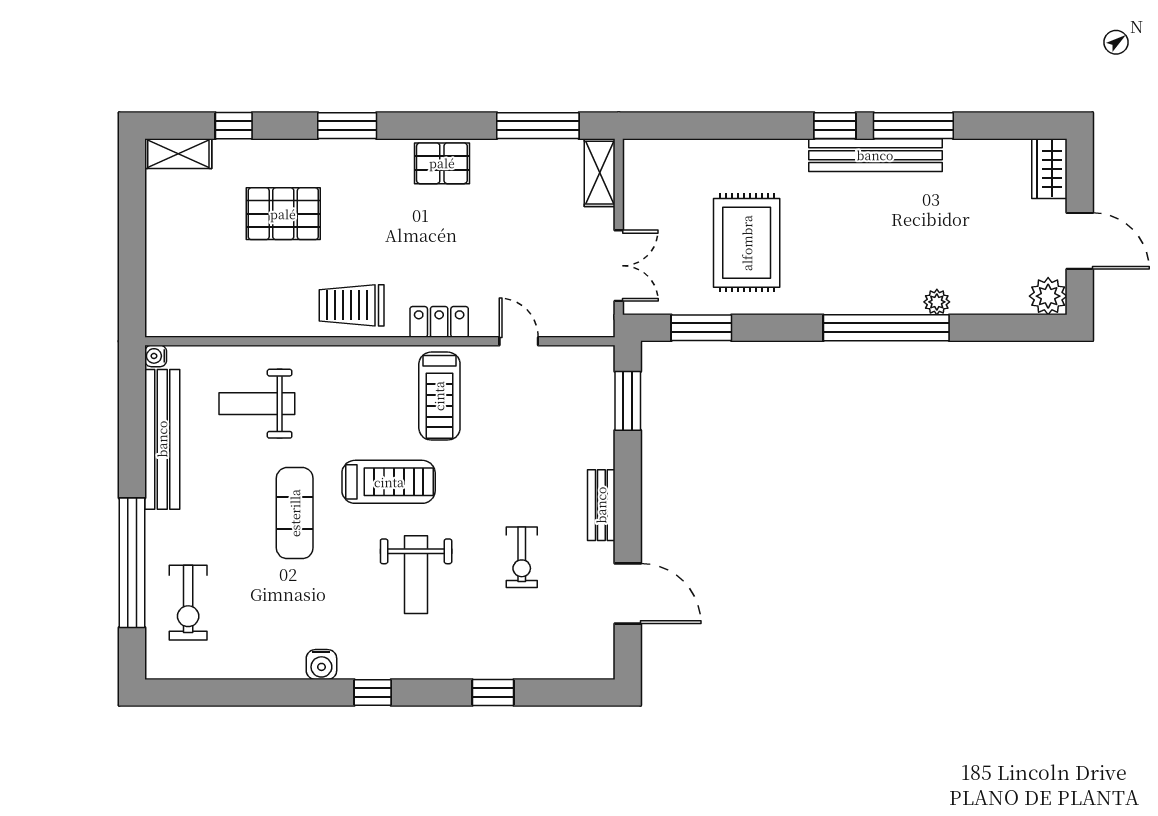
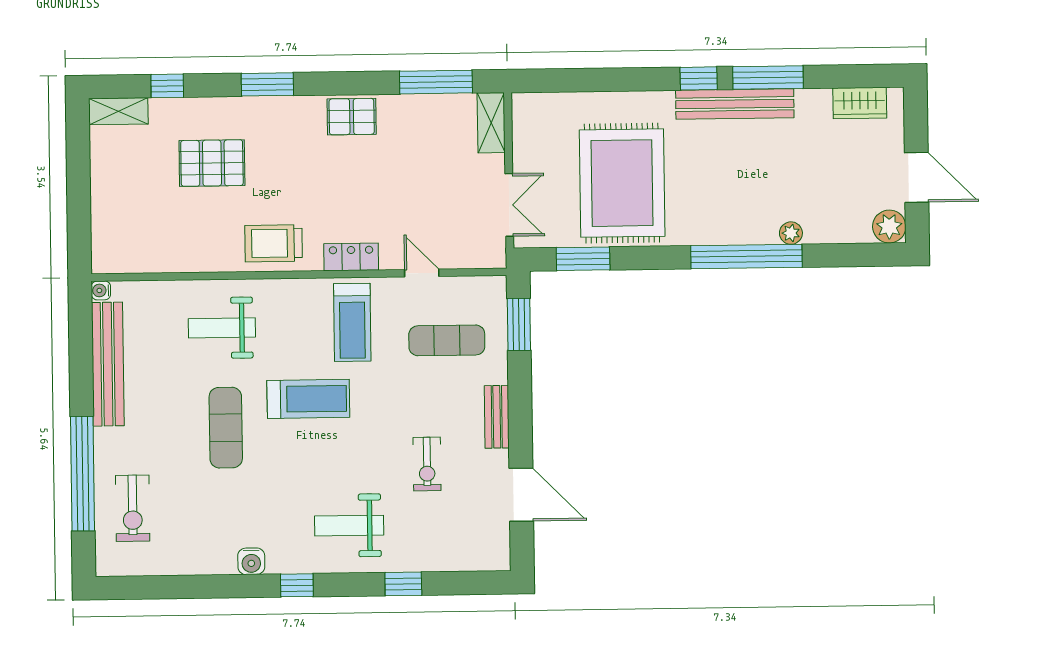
wardrobe: (1049, 169) -> (860, 103), moved, turned -90
rug: (747, 243) -> (622, 183), width x1.37, depth x1.44
weight bench: (257, 404) -> (222, 328), moved
exercise mat: (546, 418) -> (447, 340), added
weight bench: (416, 575) -> (349, 526), moved, turned 90

